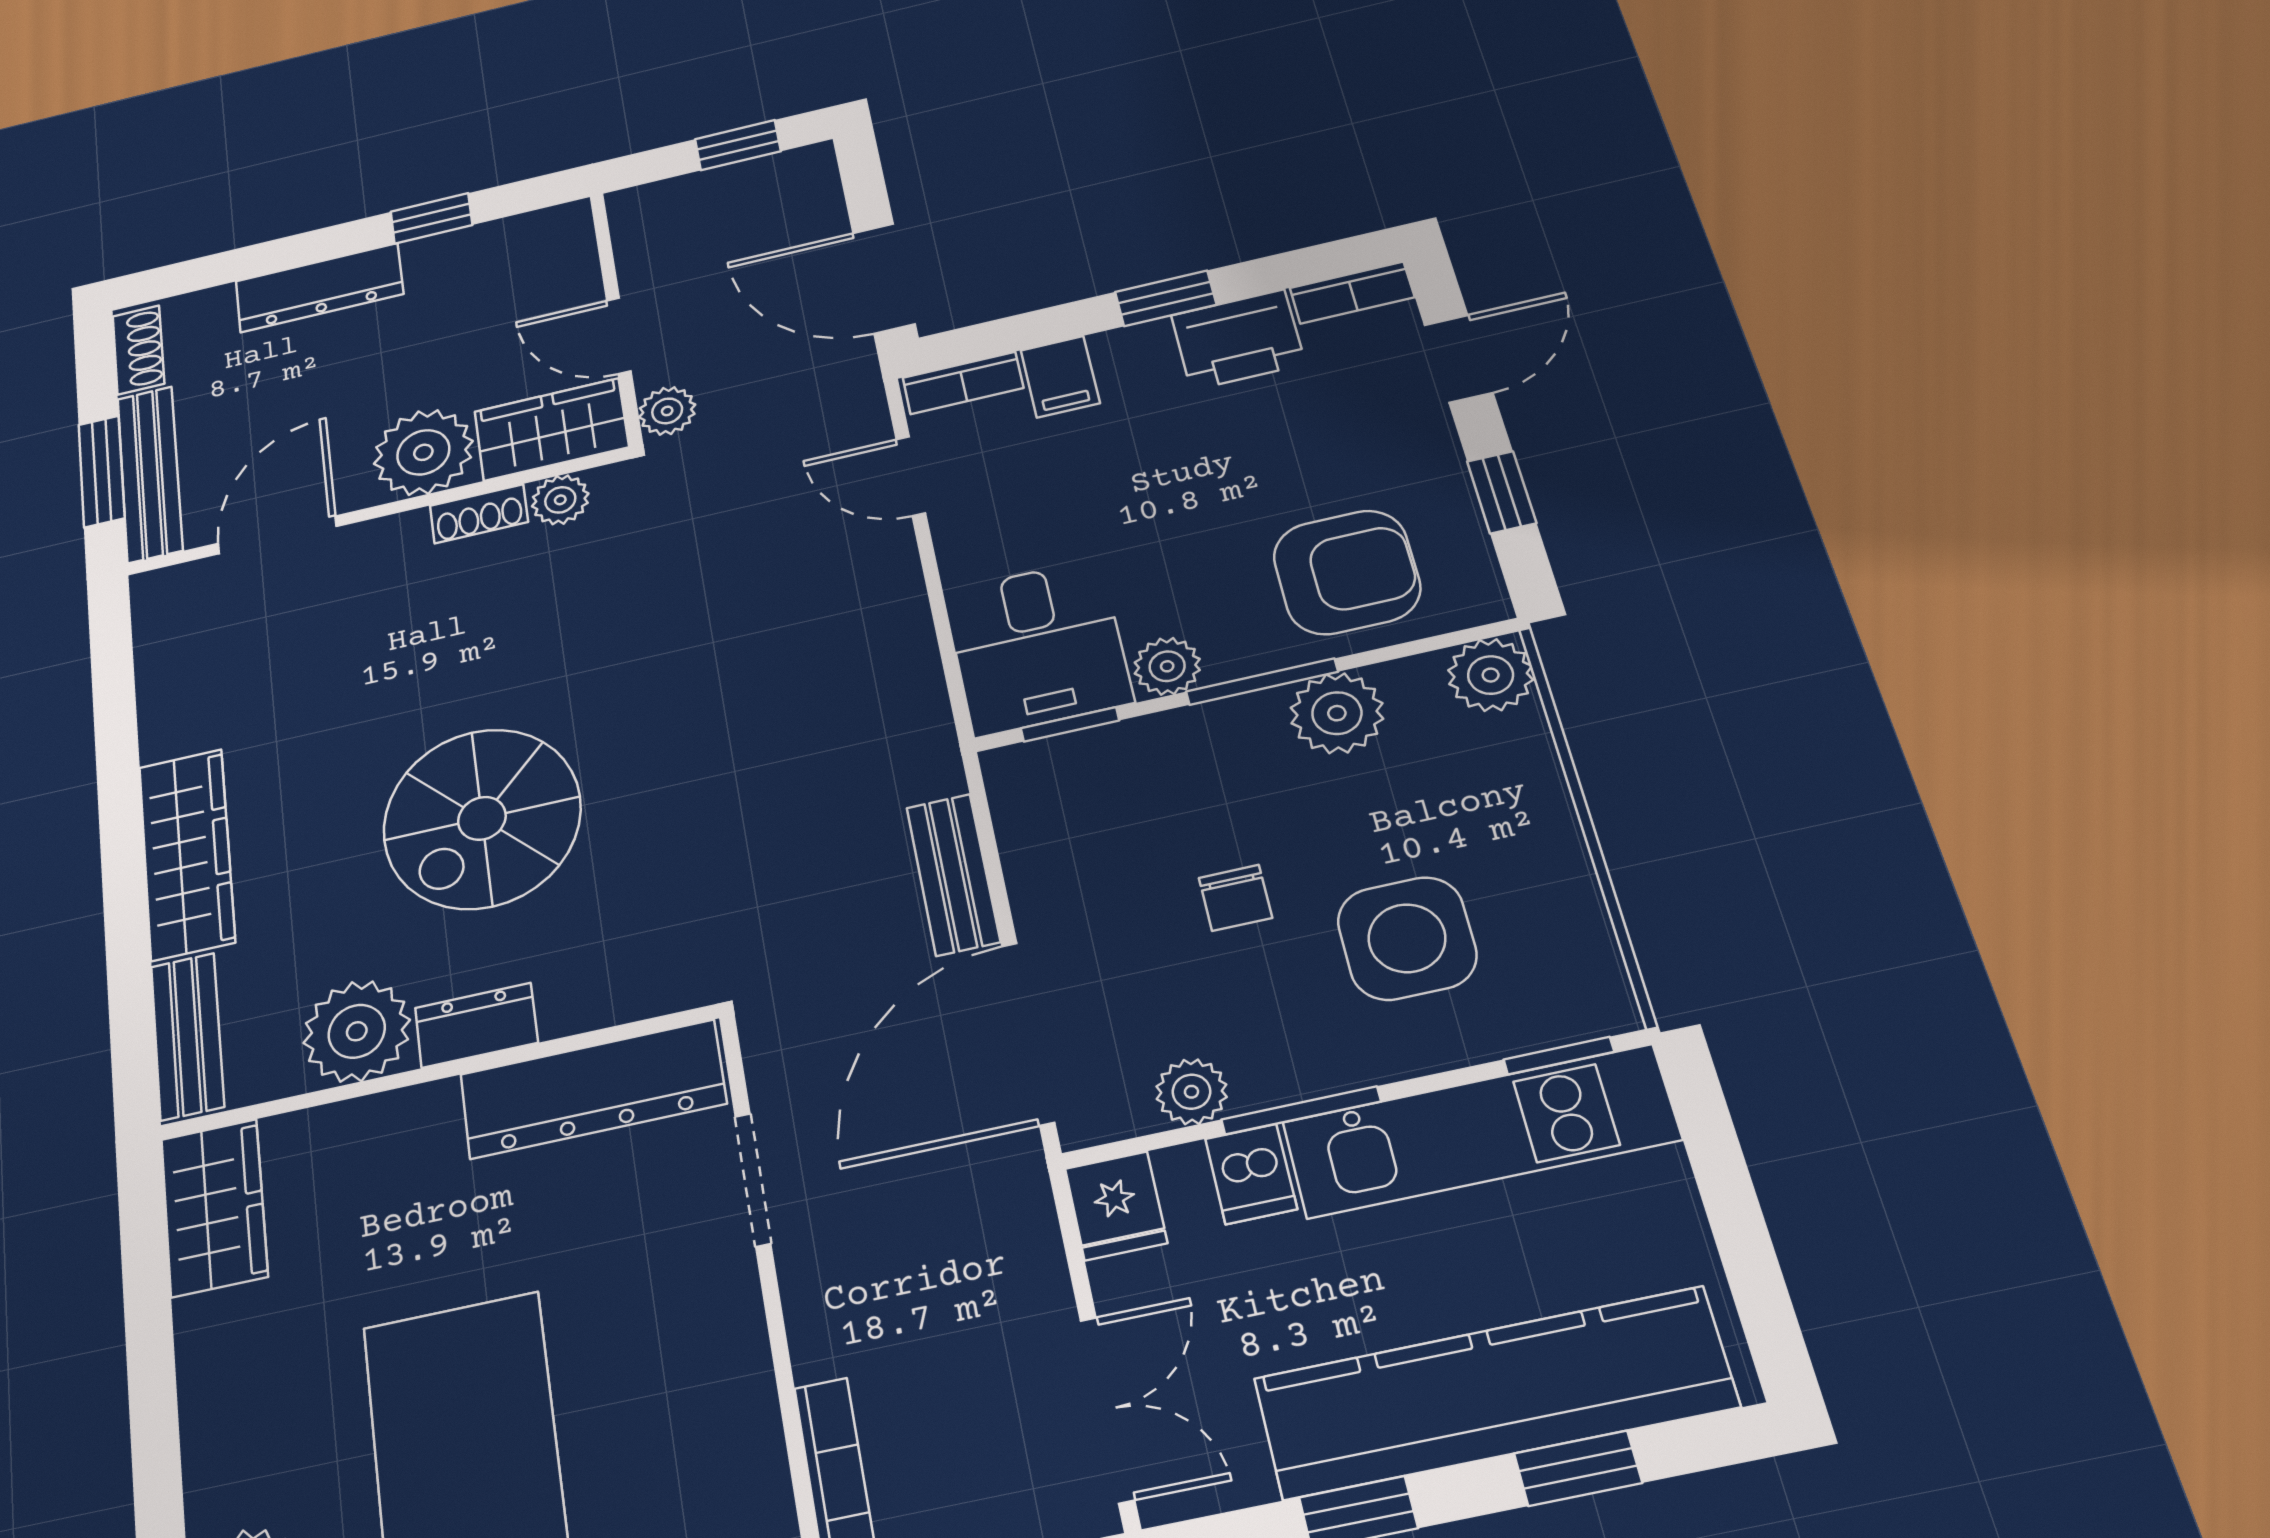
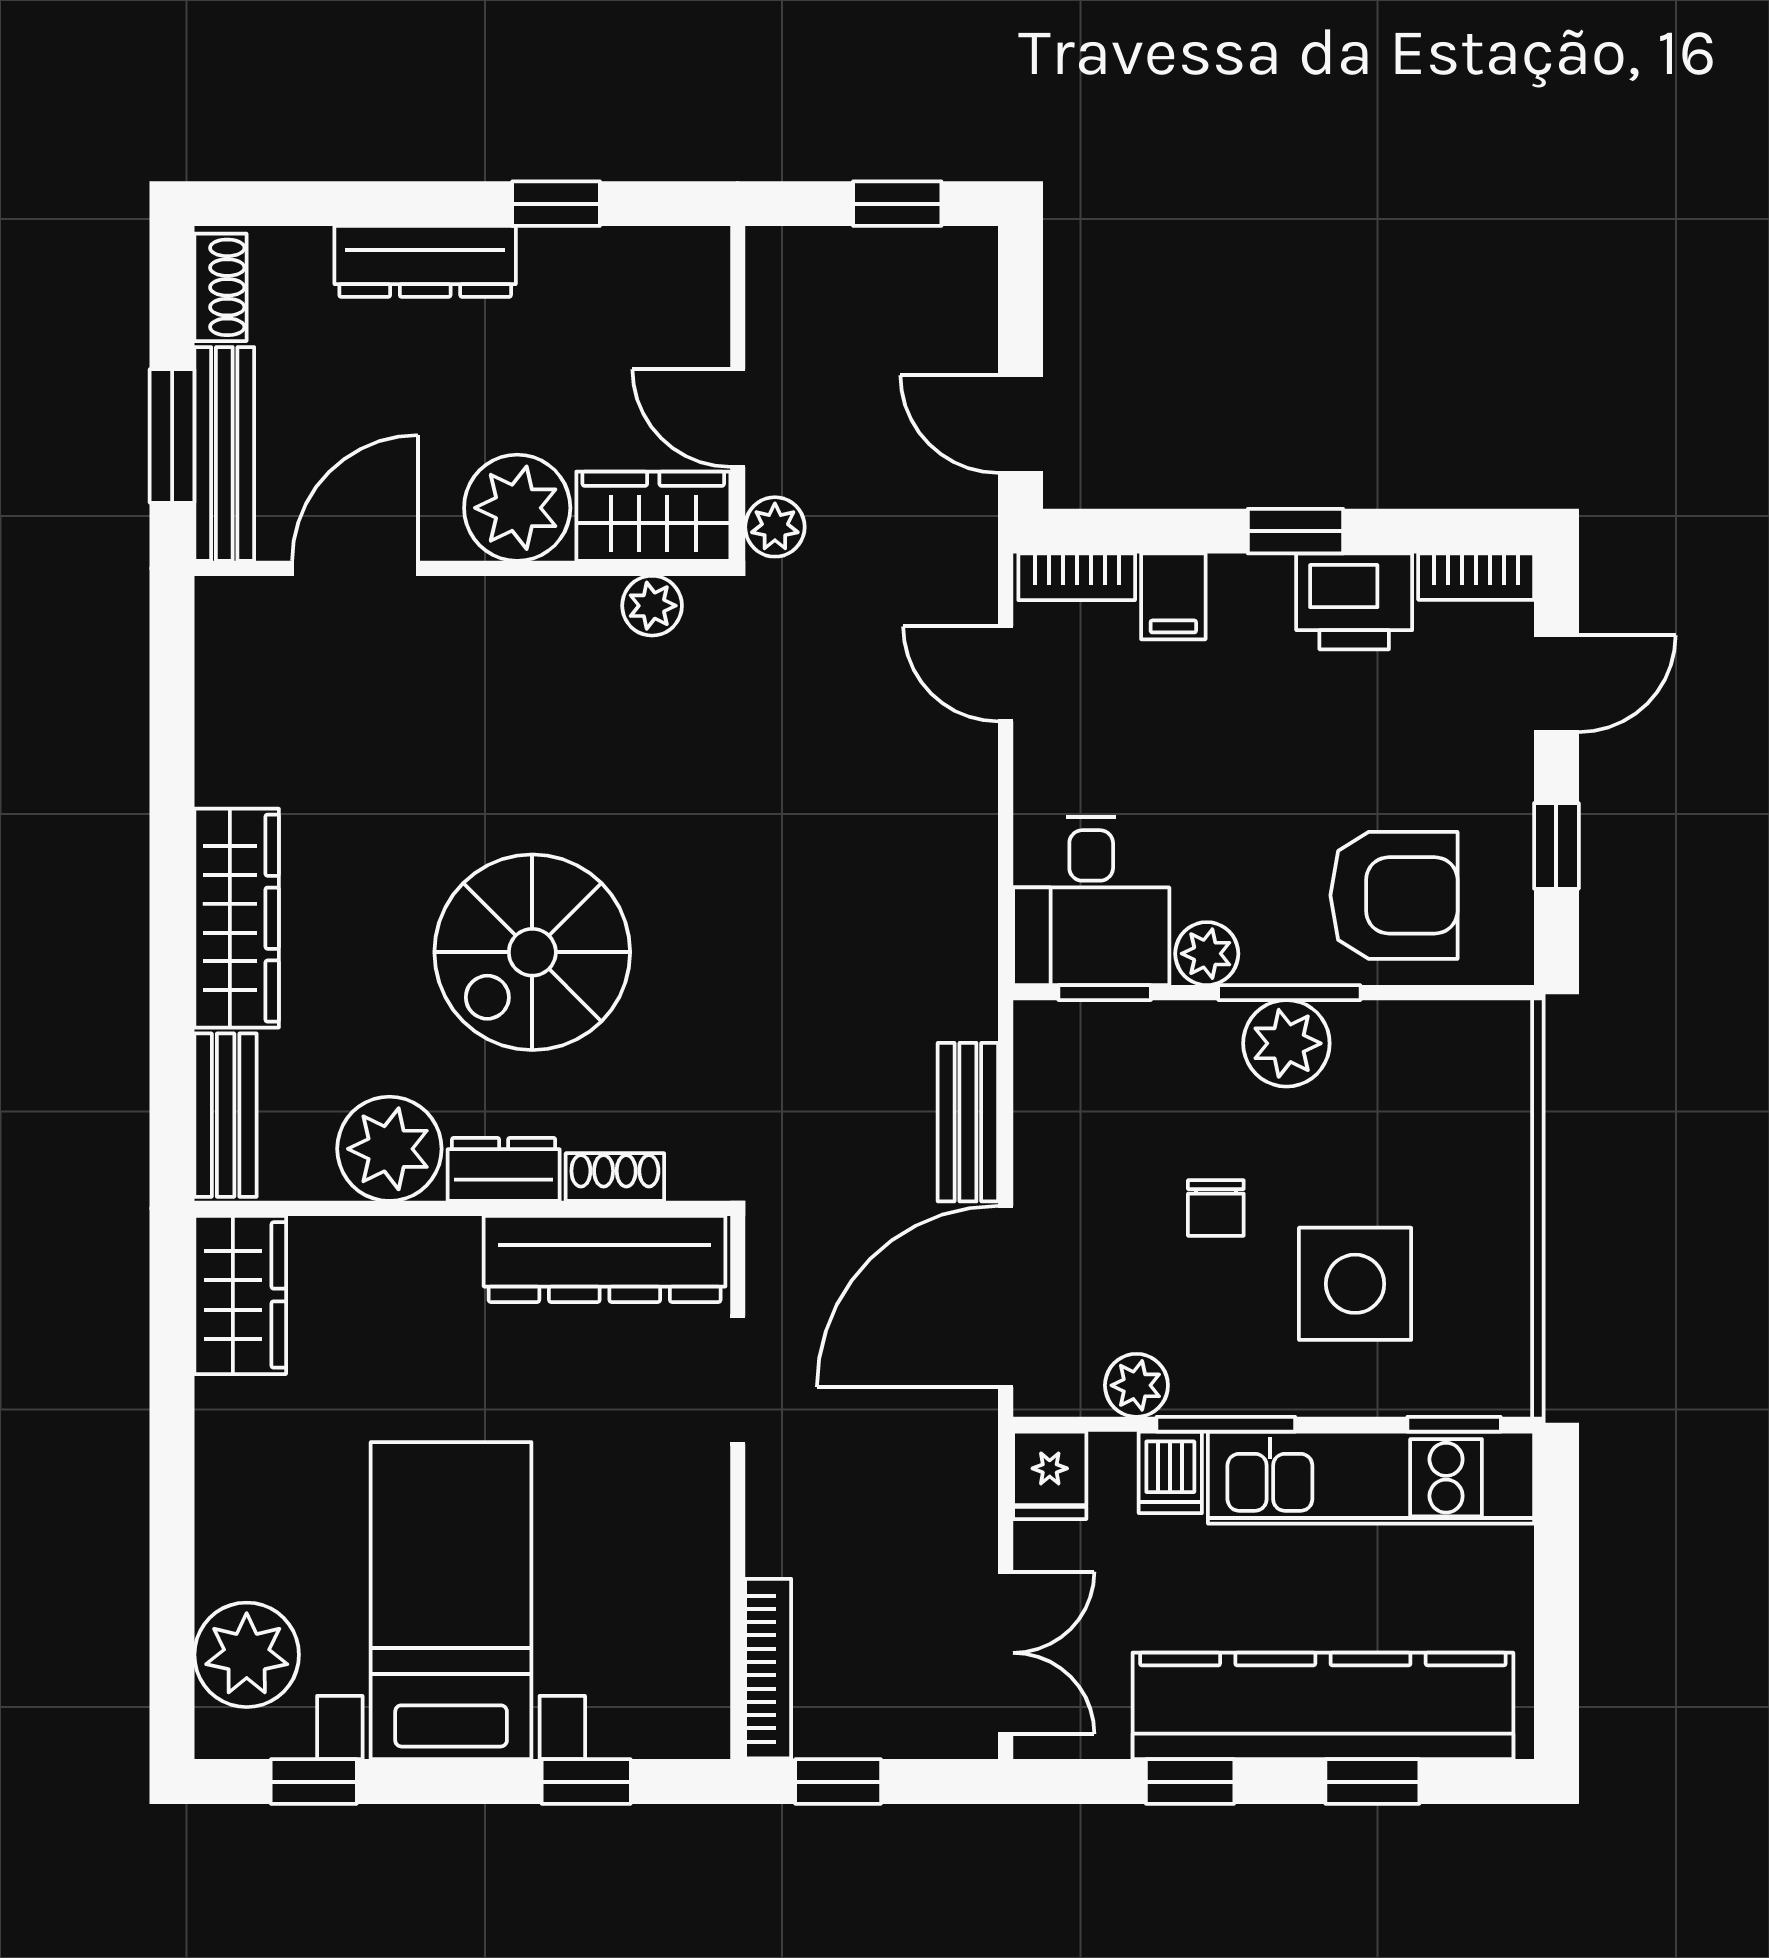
door: (884, 278) -> (1021, 424), width x0.73
shoe rack: (479, 514) -> (615, 1177), moved, turned 180
plant: (1491, 675) -> (1495, 1039), removed
plant: (1337, 713) -> (1286, 1043), moved

